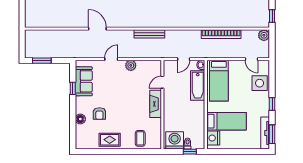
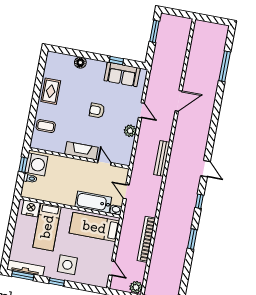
door: (251, 59) -> (112, 268), swing flipped
side table: (260, 83) -> (67, 265), moved
armchair: (99, 114) -> (97, 110), moved
window: (190, 152) -> (23, 165), moved

